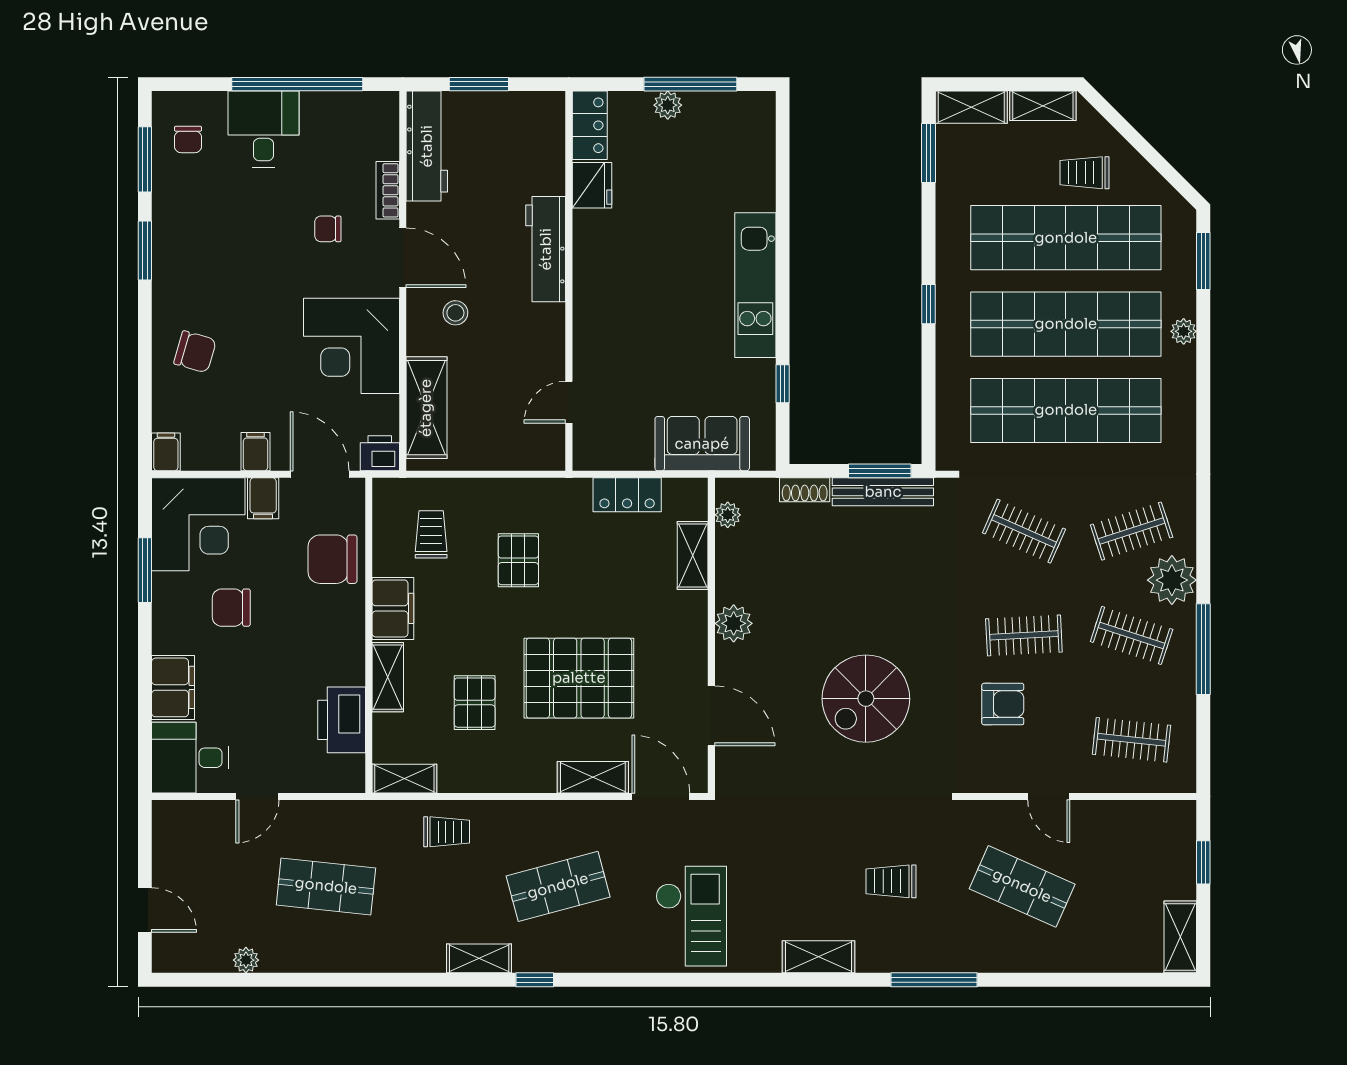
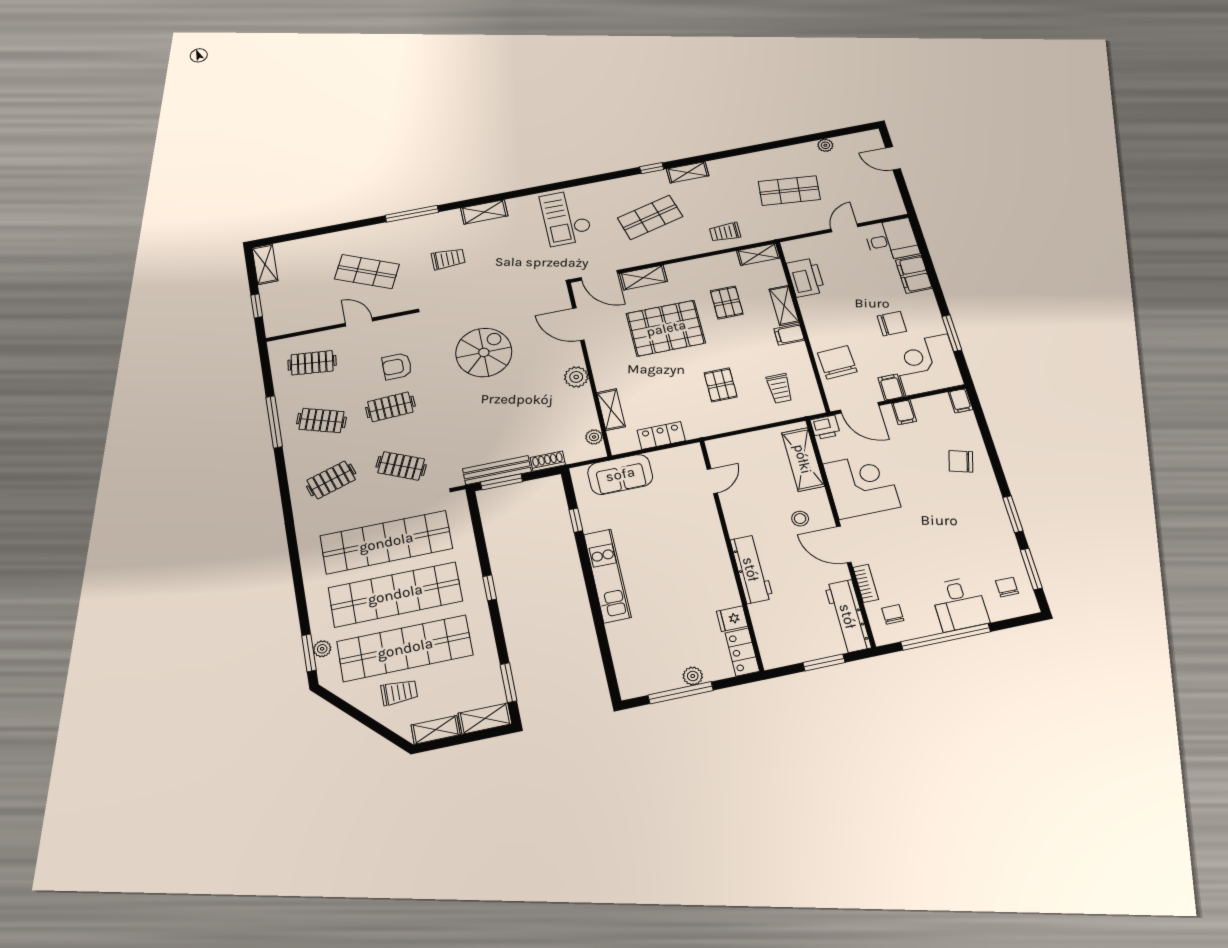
fridge: (592, 185) -> (732, 619), width x0.72
chair: (328, 229) -> (893, 614), moved, turned -90
plant: (1184, 331) -> (322, 649), moved
chair: (333, 559) -> (837, 362), turned -93
plant: (1172, 580) -> (300, 457), removed
filing cabinet: (393, 608) -> (789, 335), width x0.50

